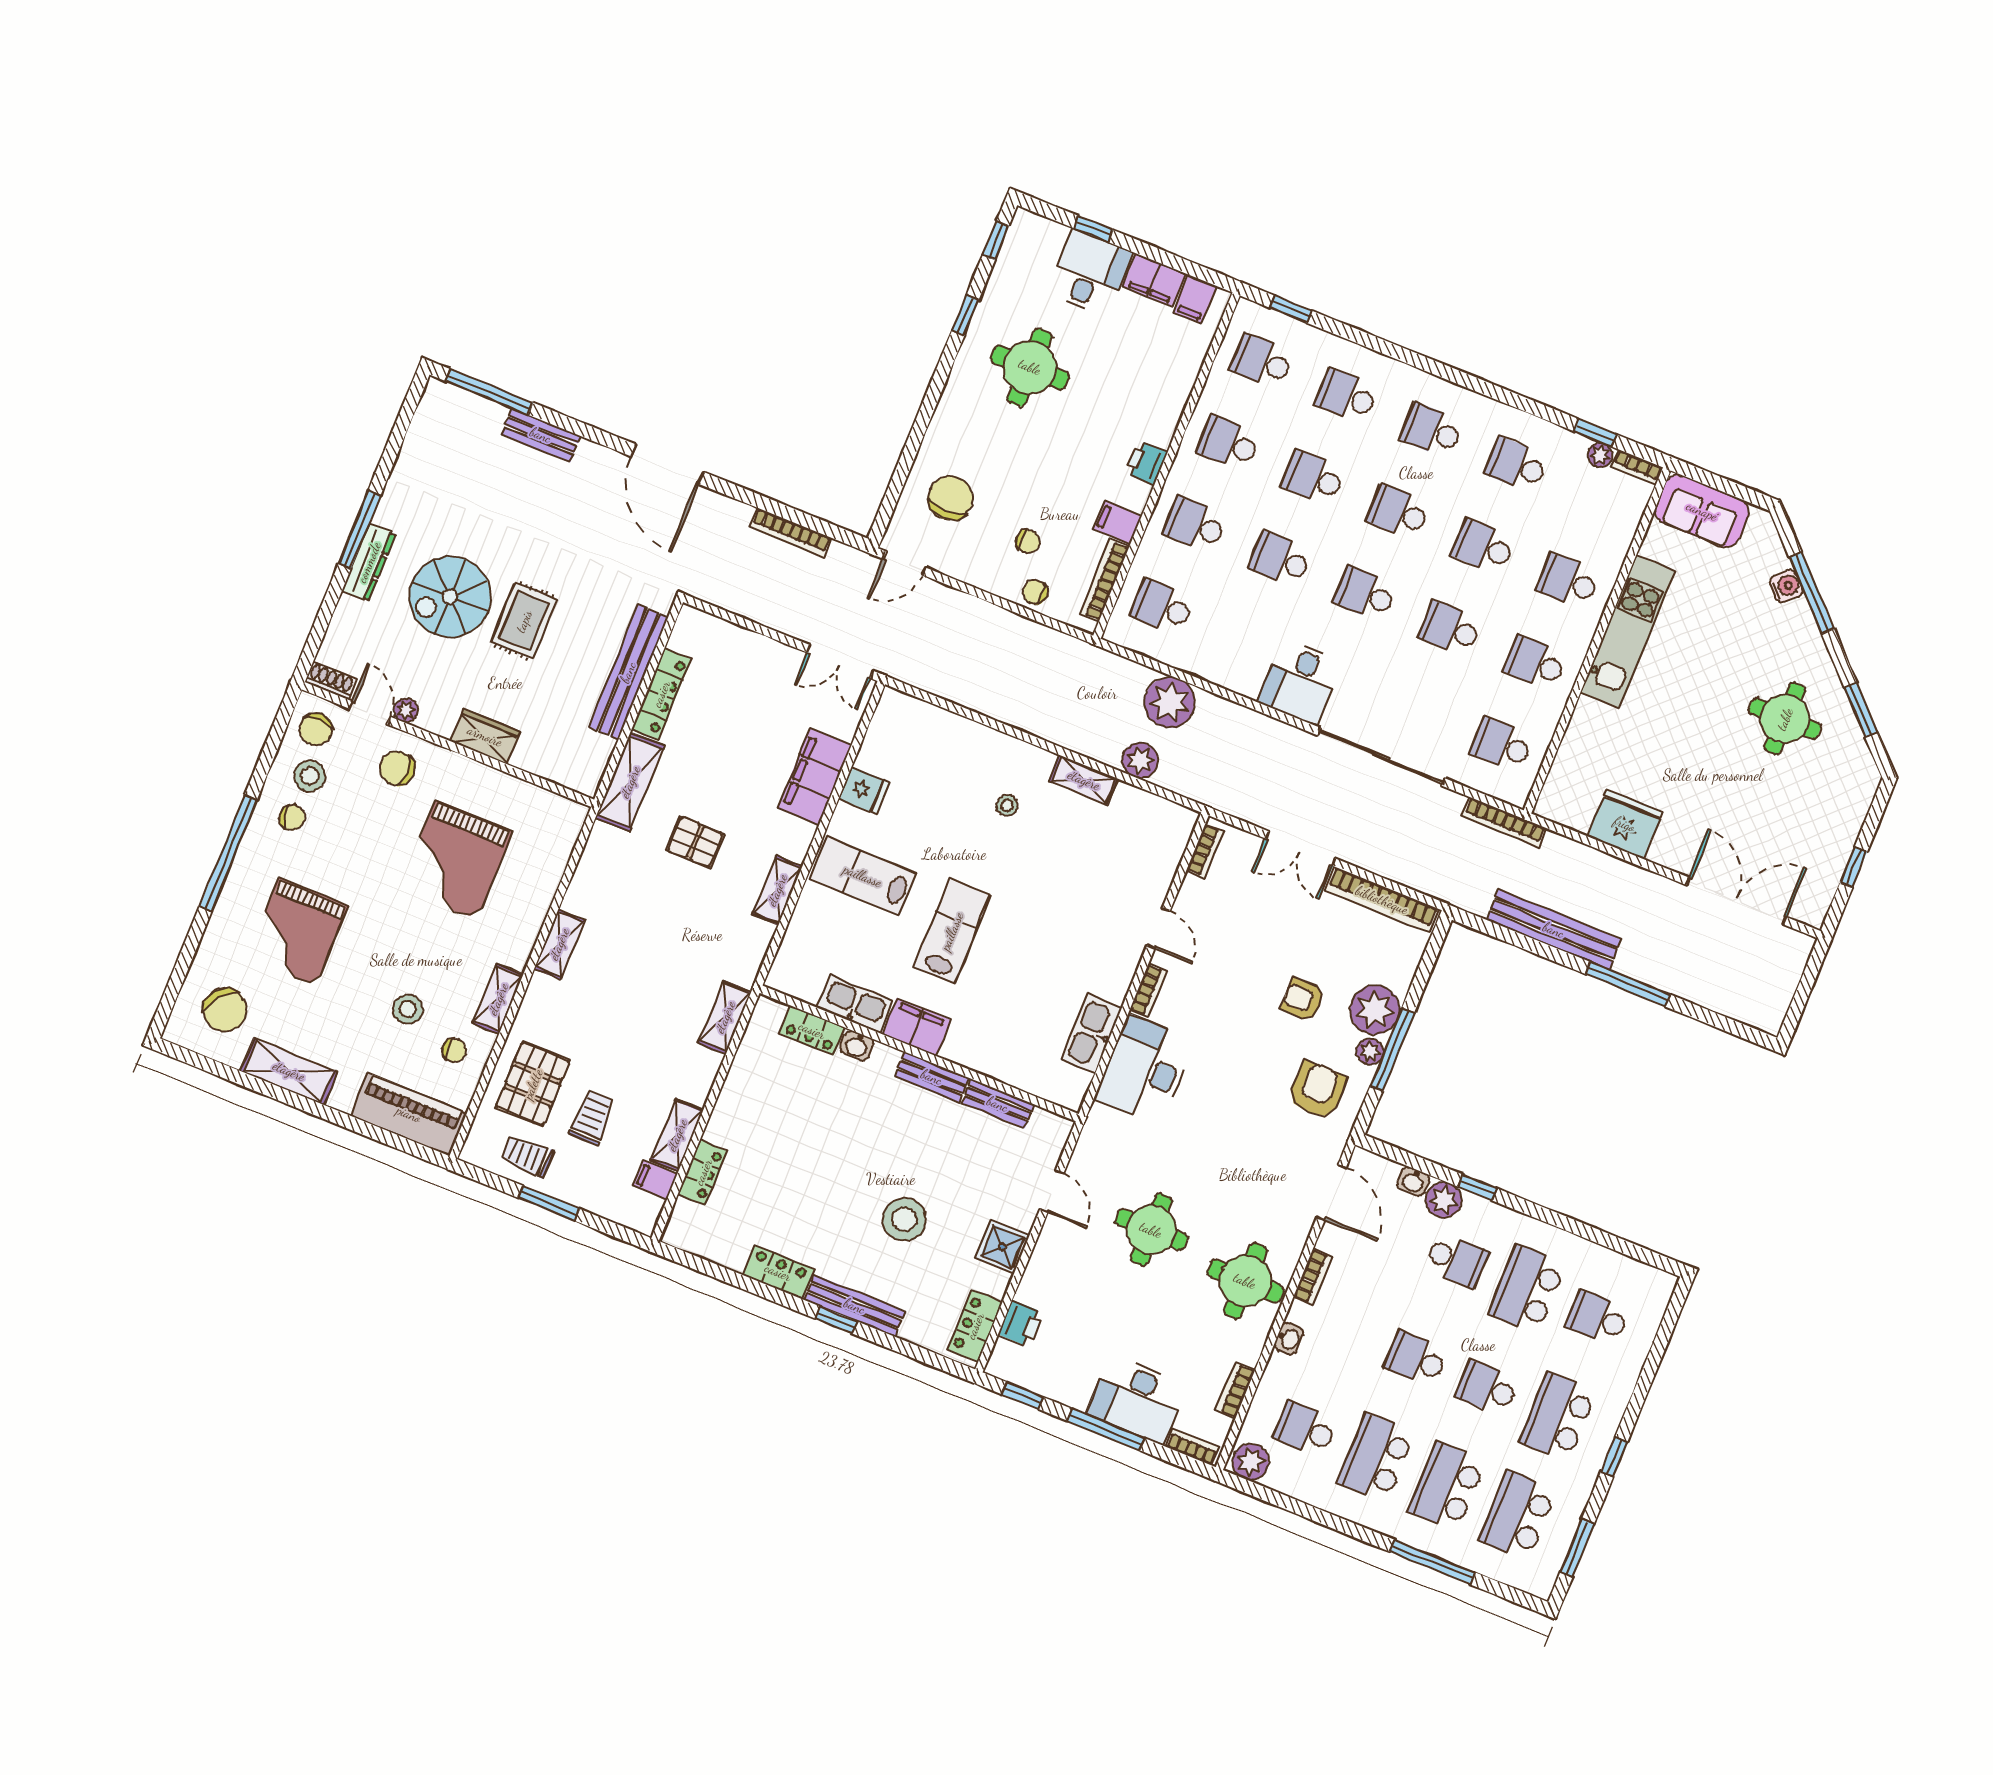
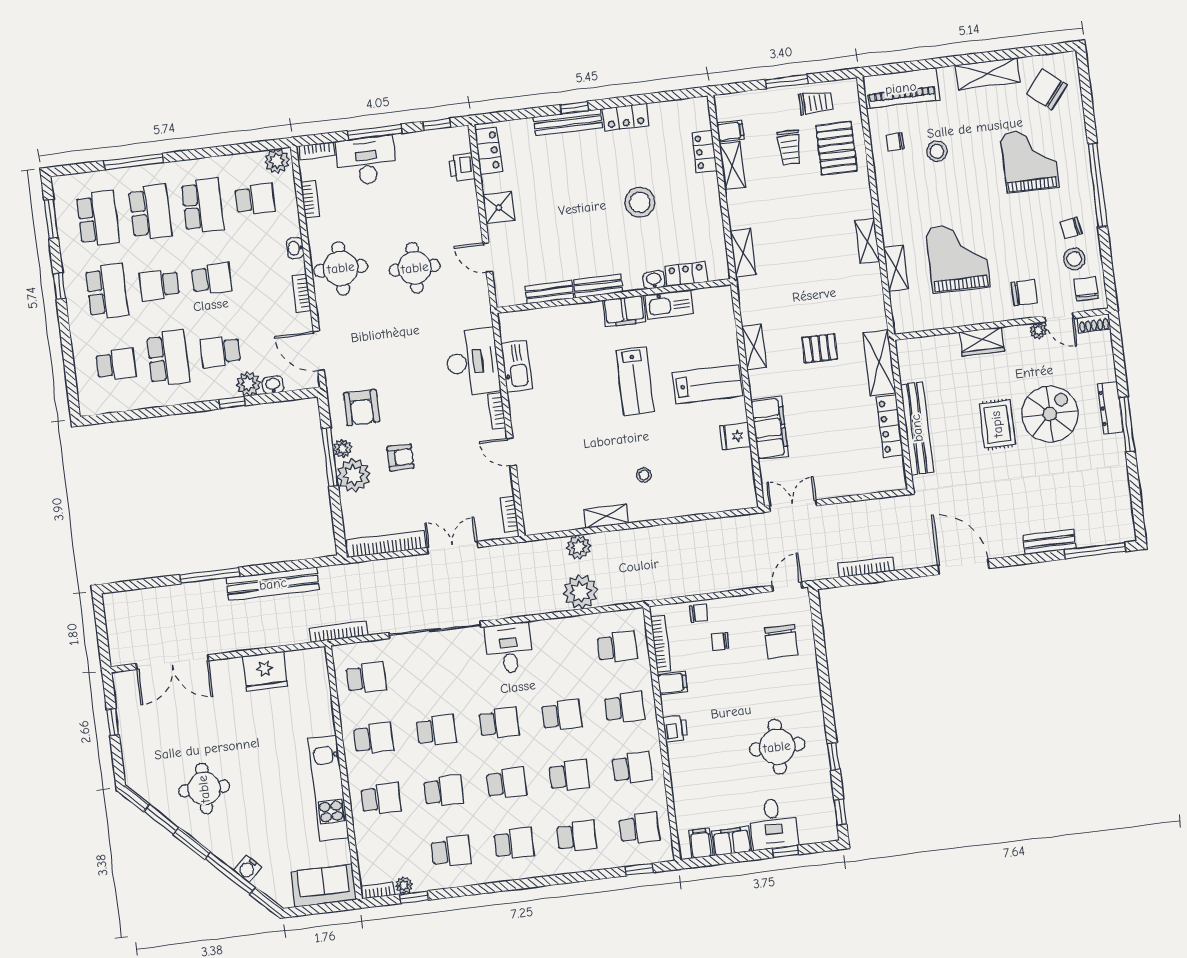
shelving: (498, 999) -> (896, 268), moved
stool: (904, 1219) -> (640, 202), moved
school desk: (1487, 1388) -> (159, 285), turned 180

